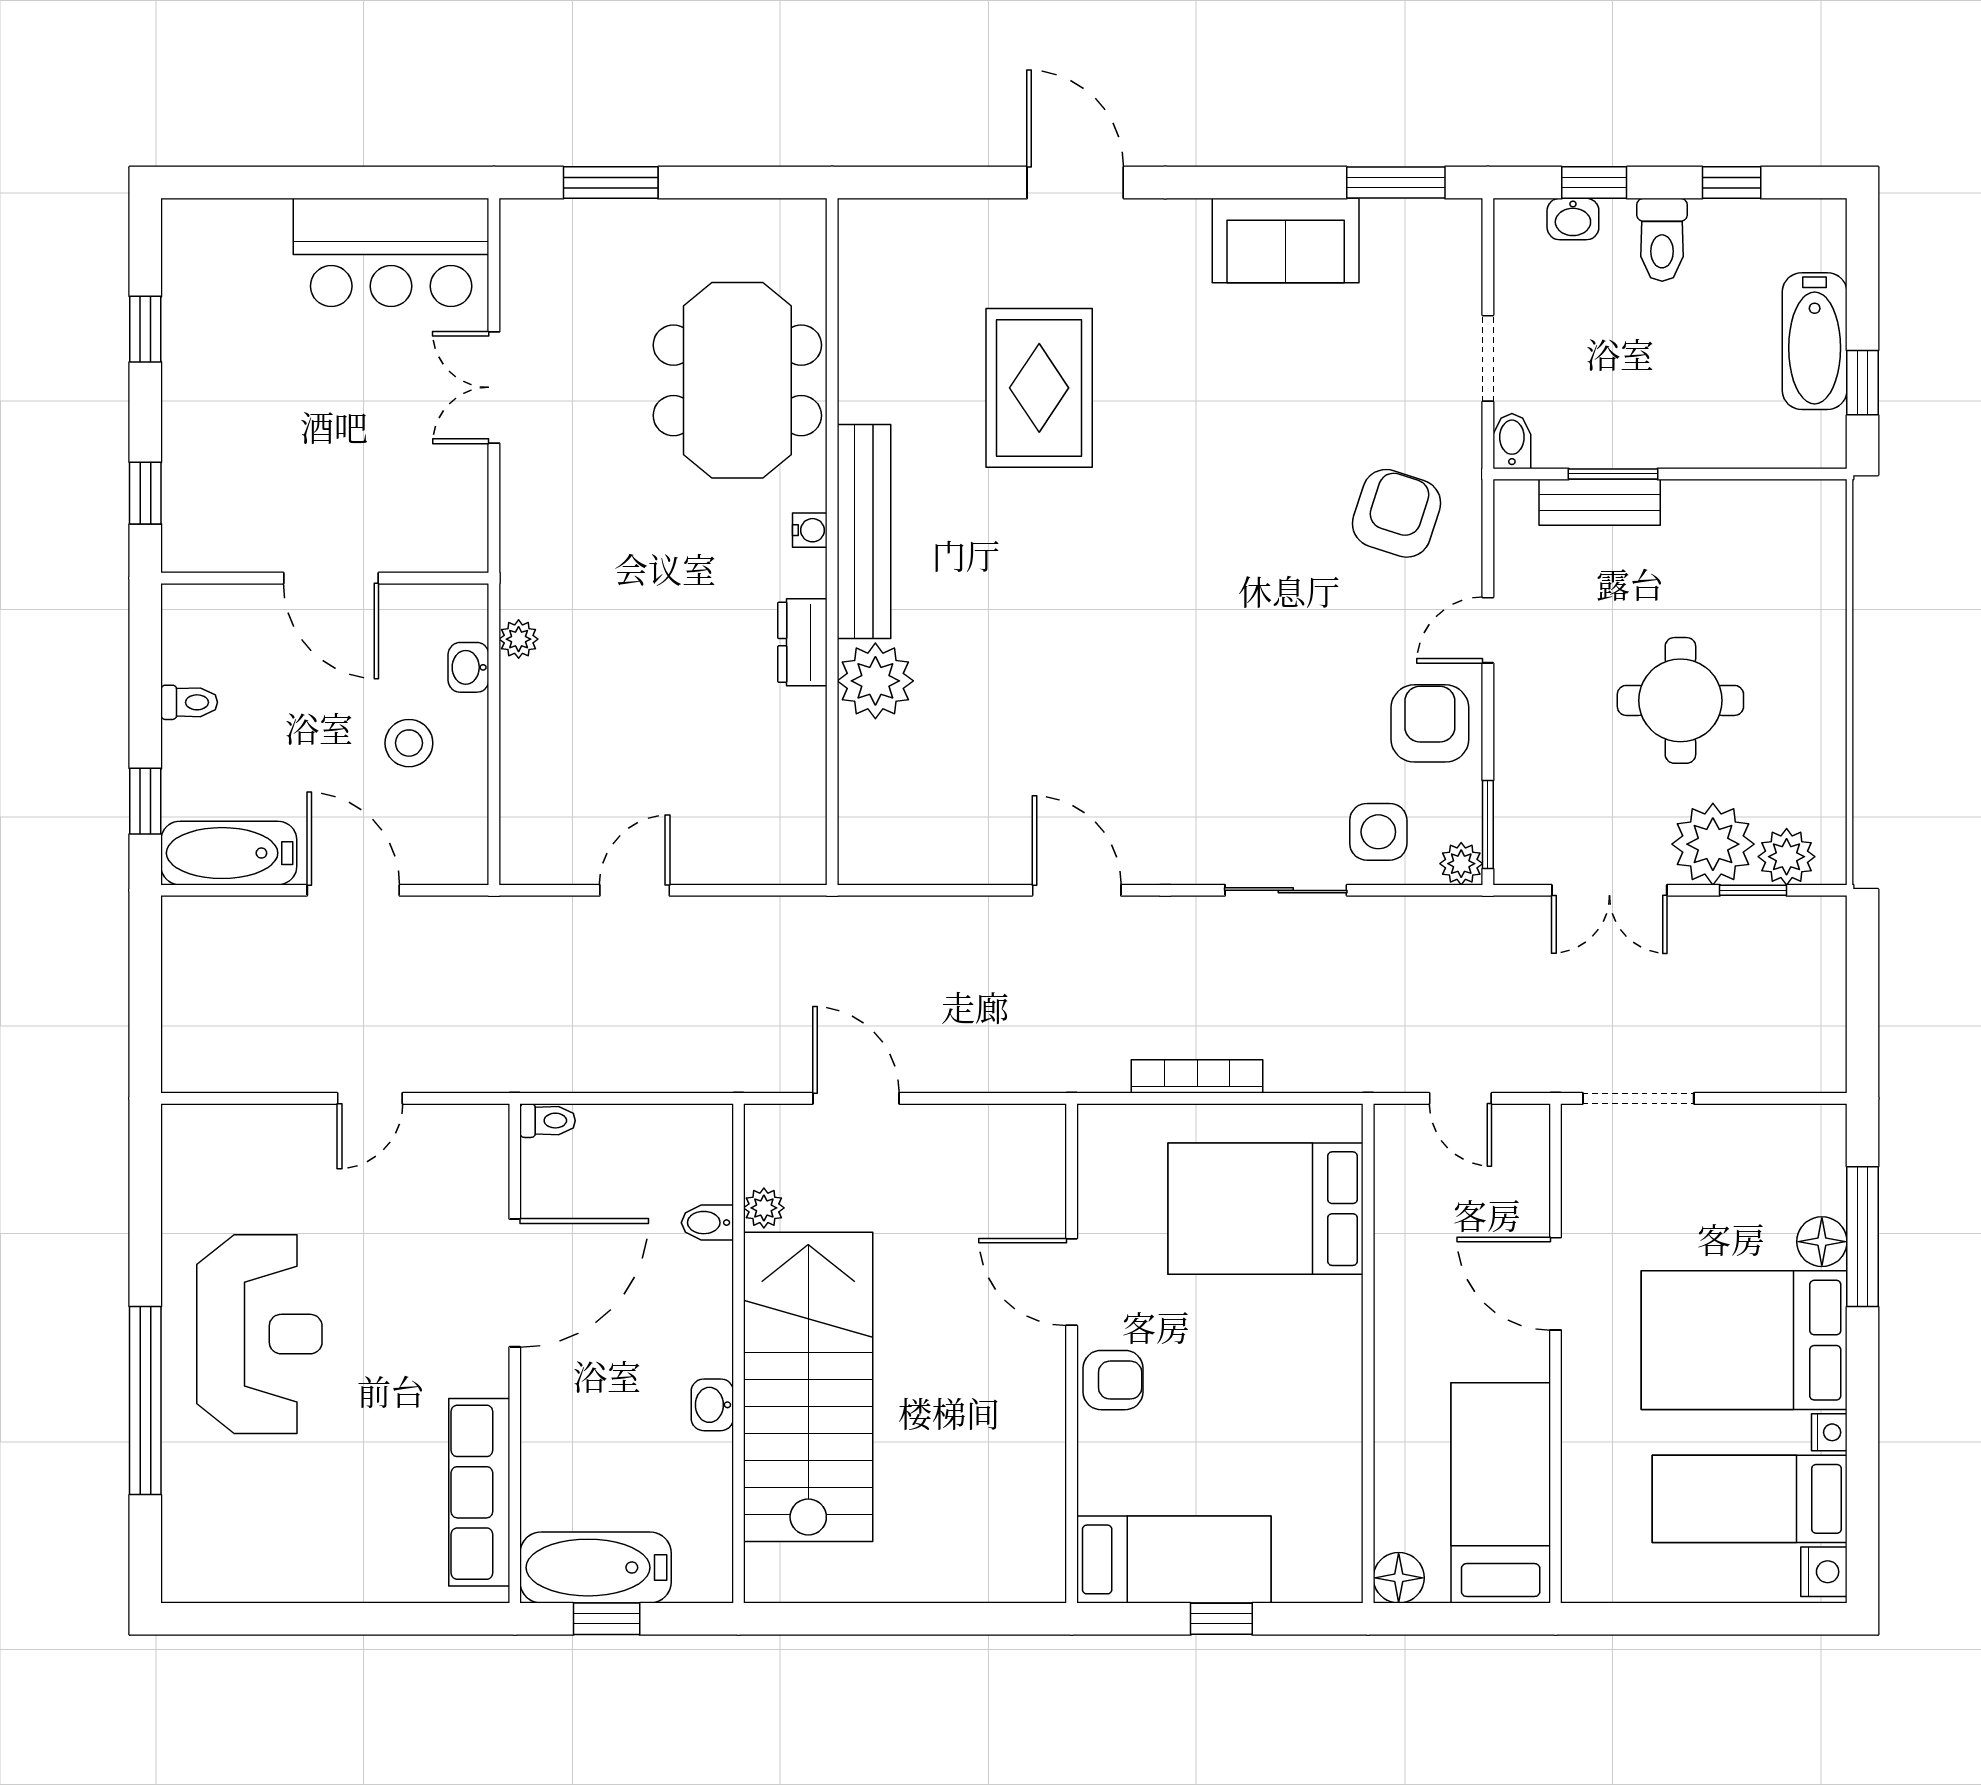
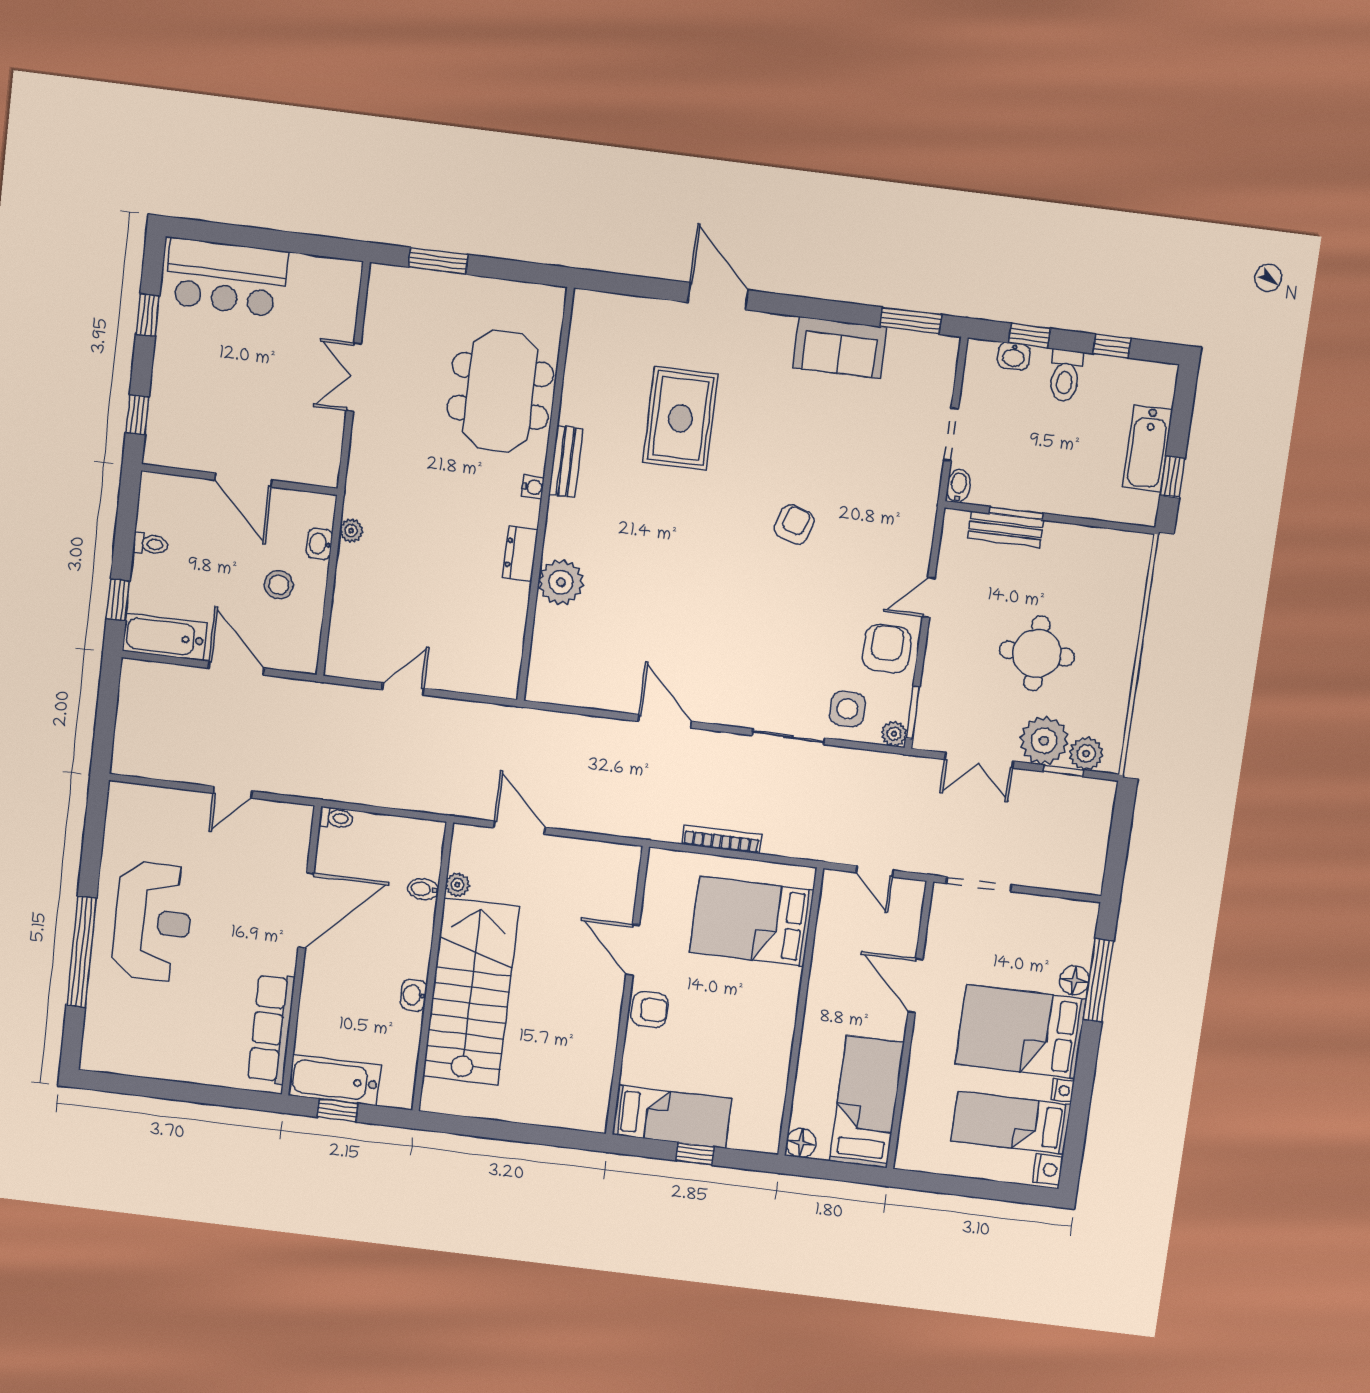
bar counter: (391, 252) -> (226, 277), moved
armchair: (1397, 513) -> (794, 525), moved, width x0.72, depth x0.72
bench: (864, 532) -> (566, 462), width x0.54, depth x0.82

